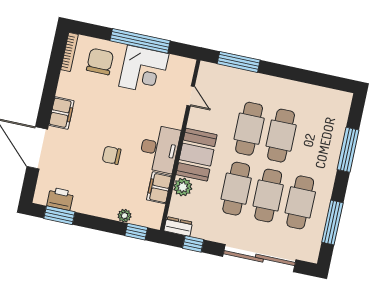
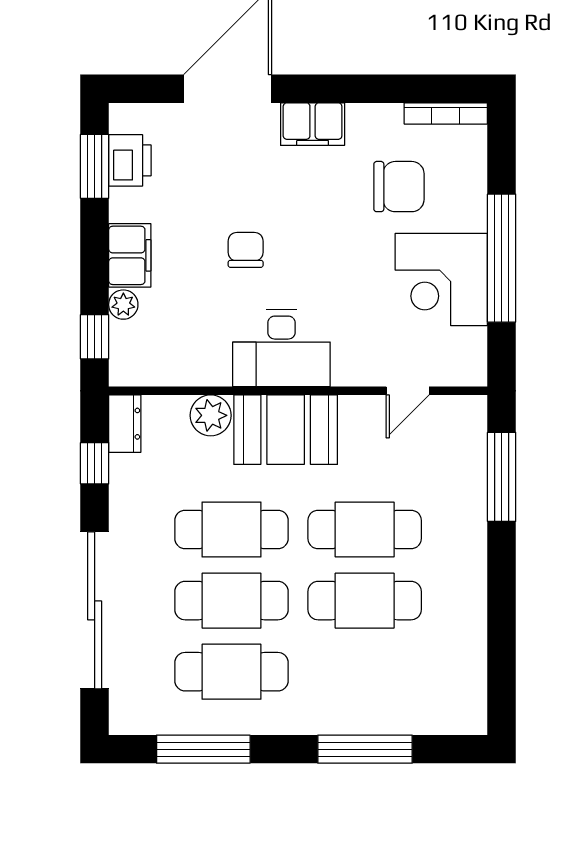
chair: (100, 62) -> (399, 187), moved
filing cabinet: (159, 188) -> (130, 255), moved, turned 90

